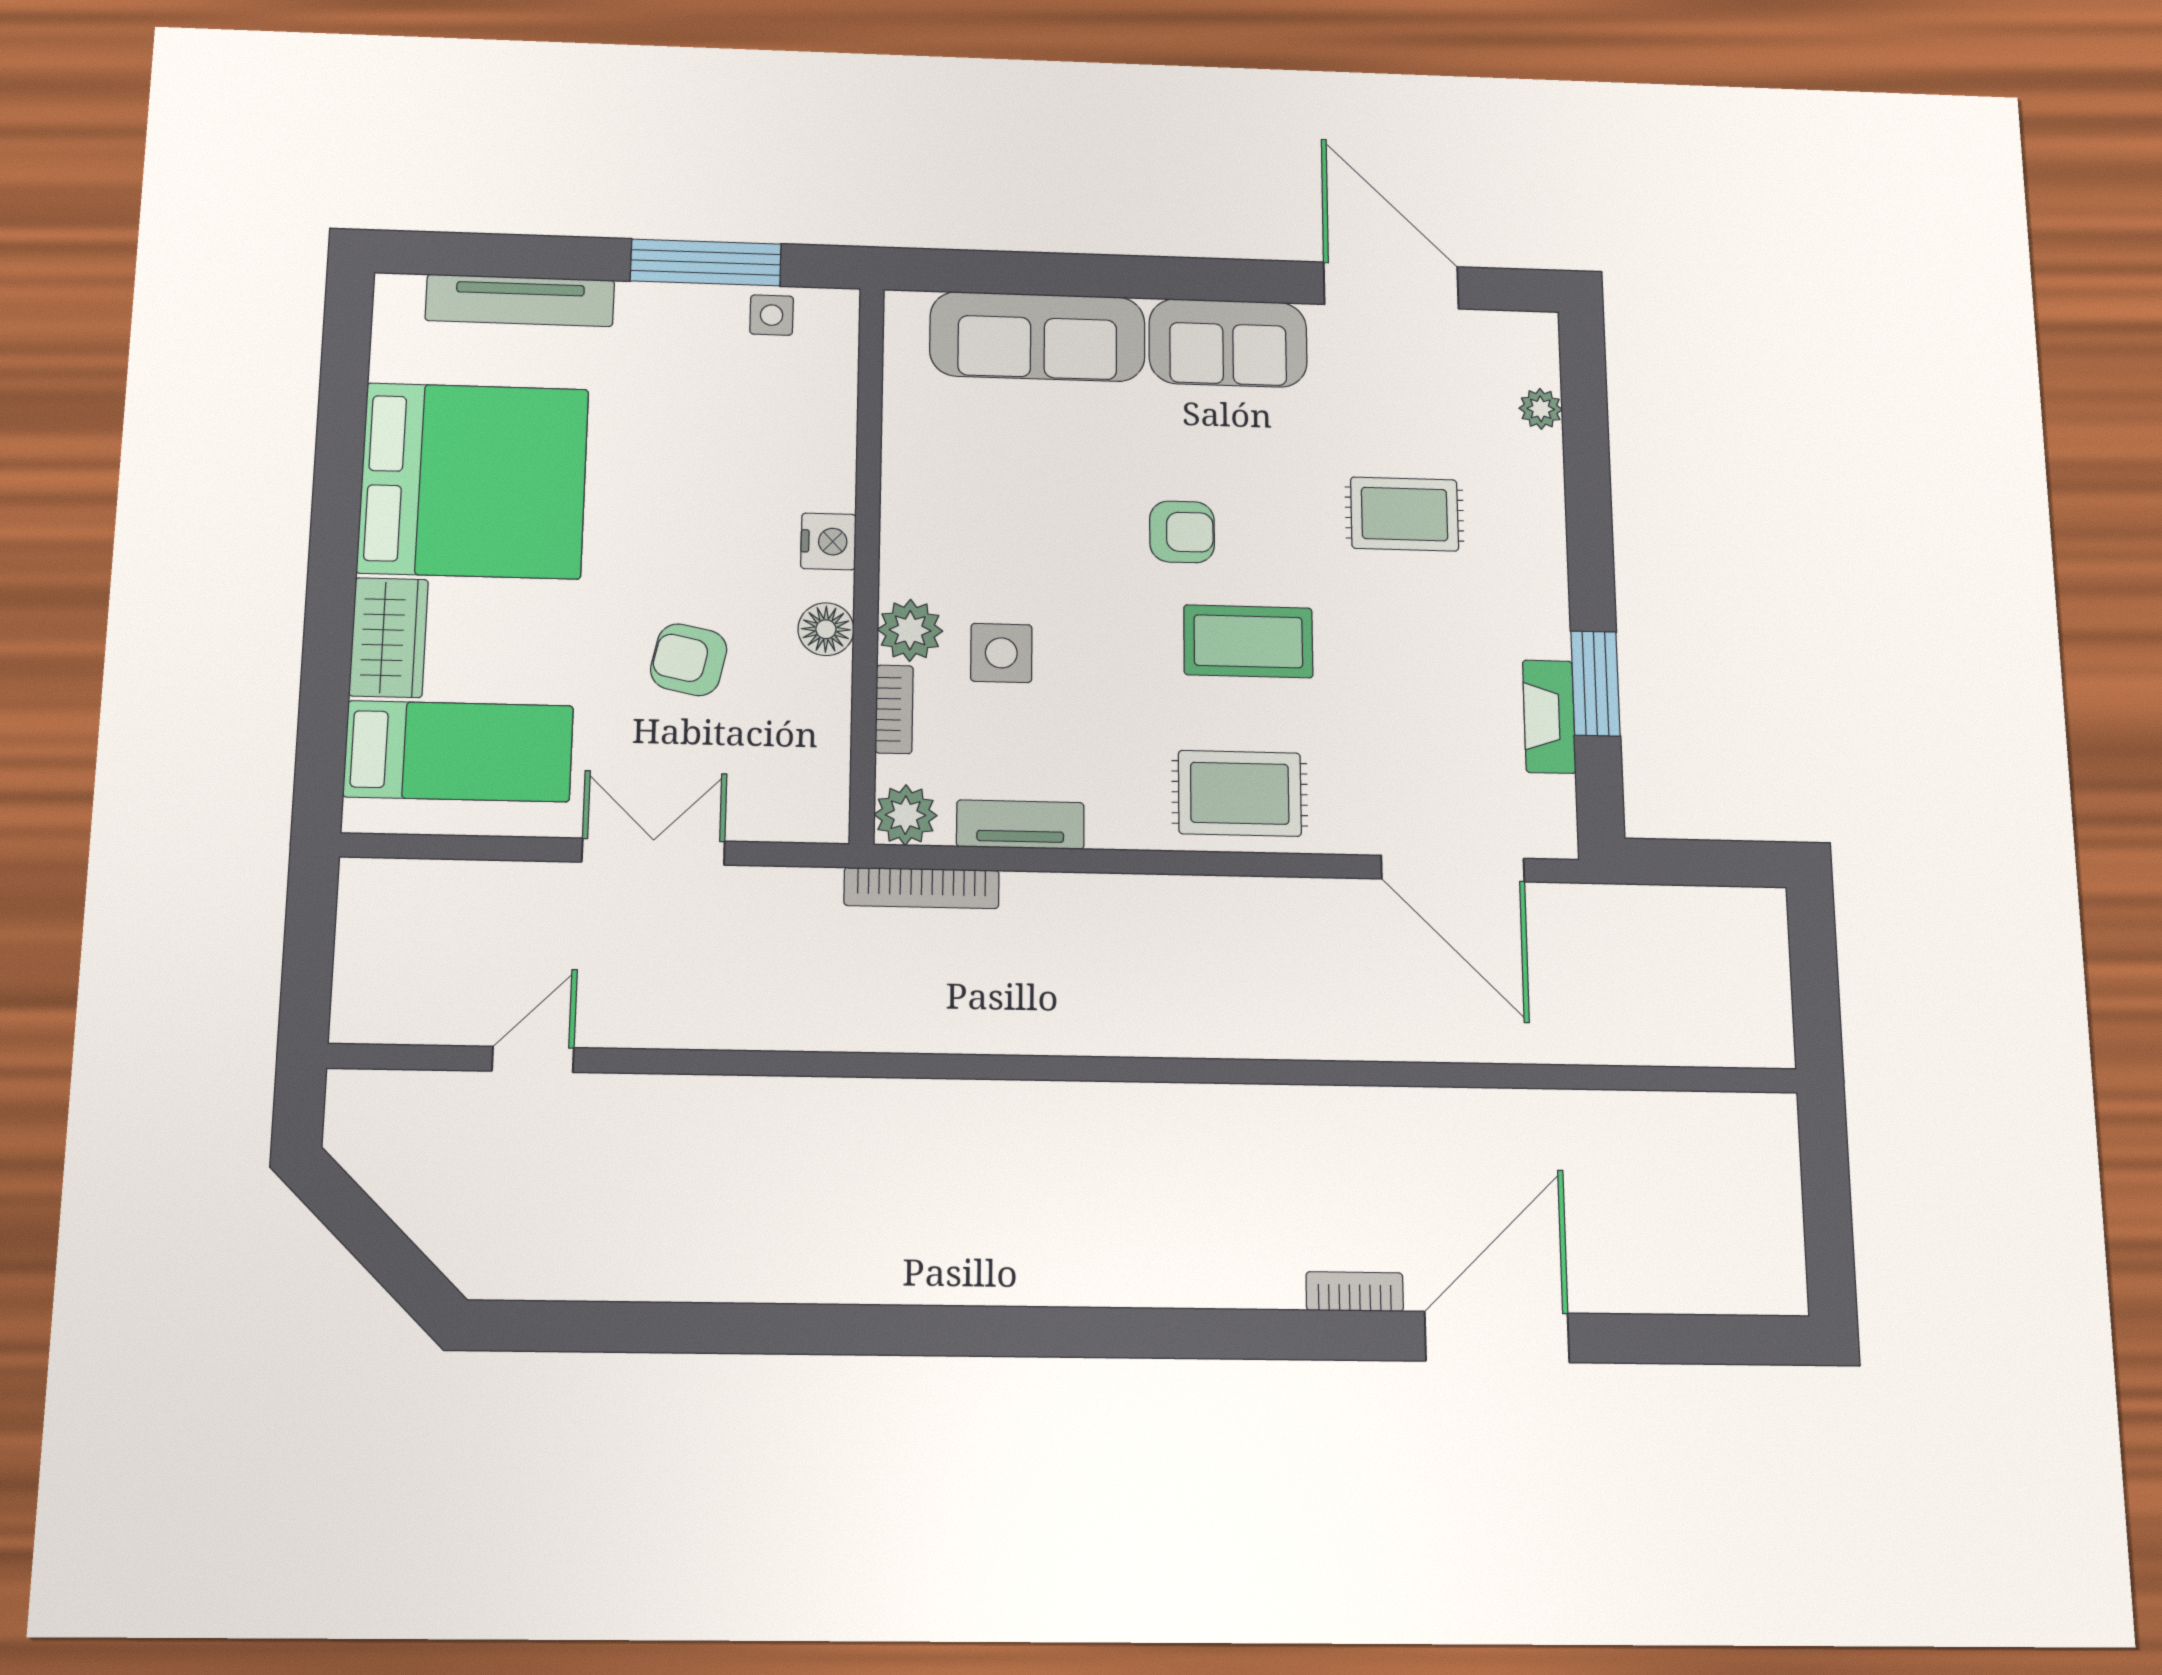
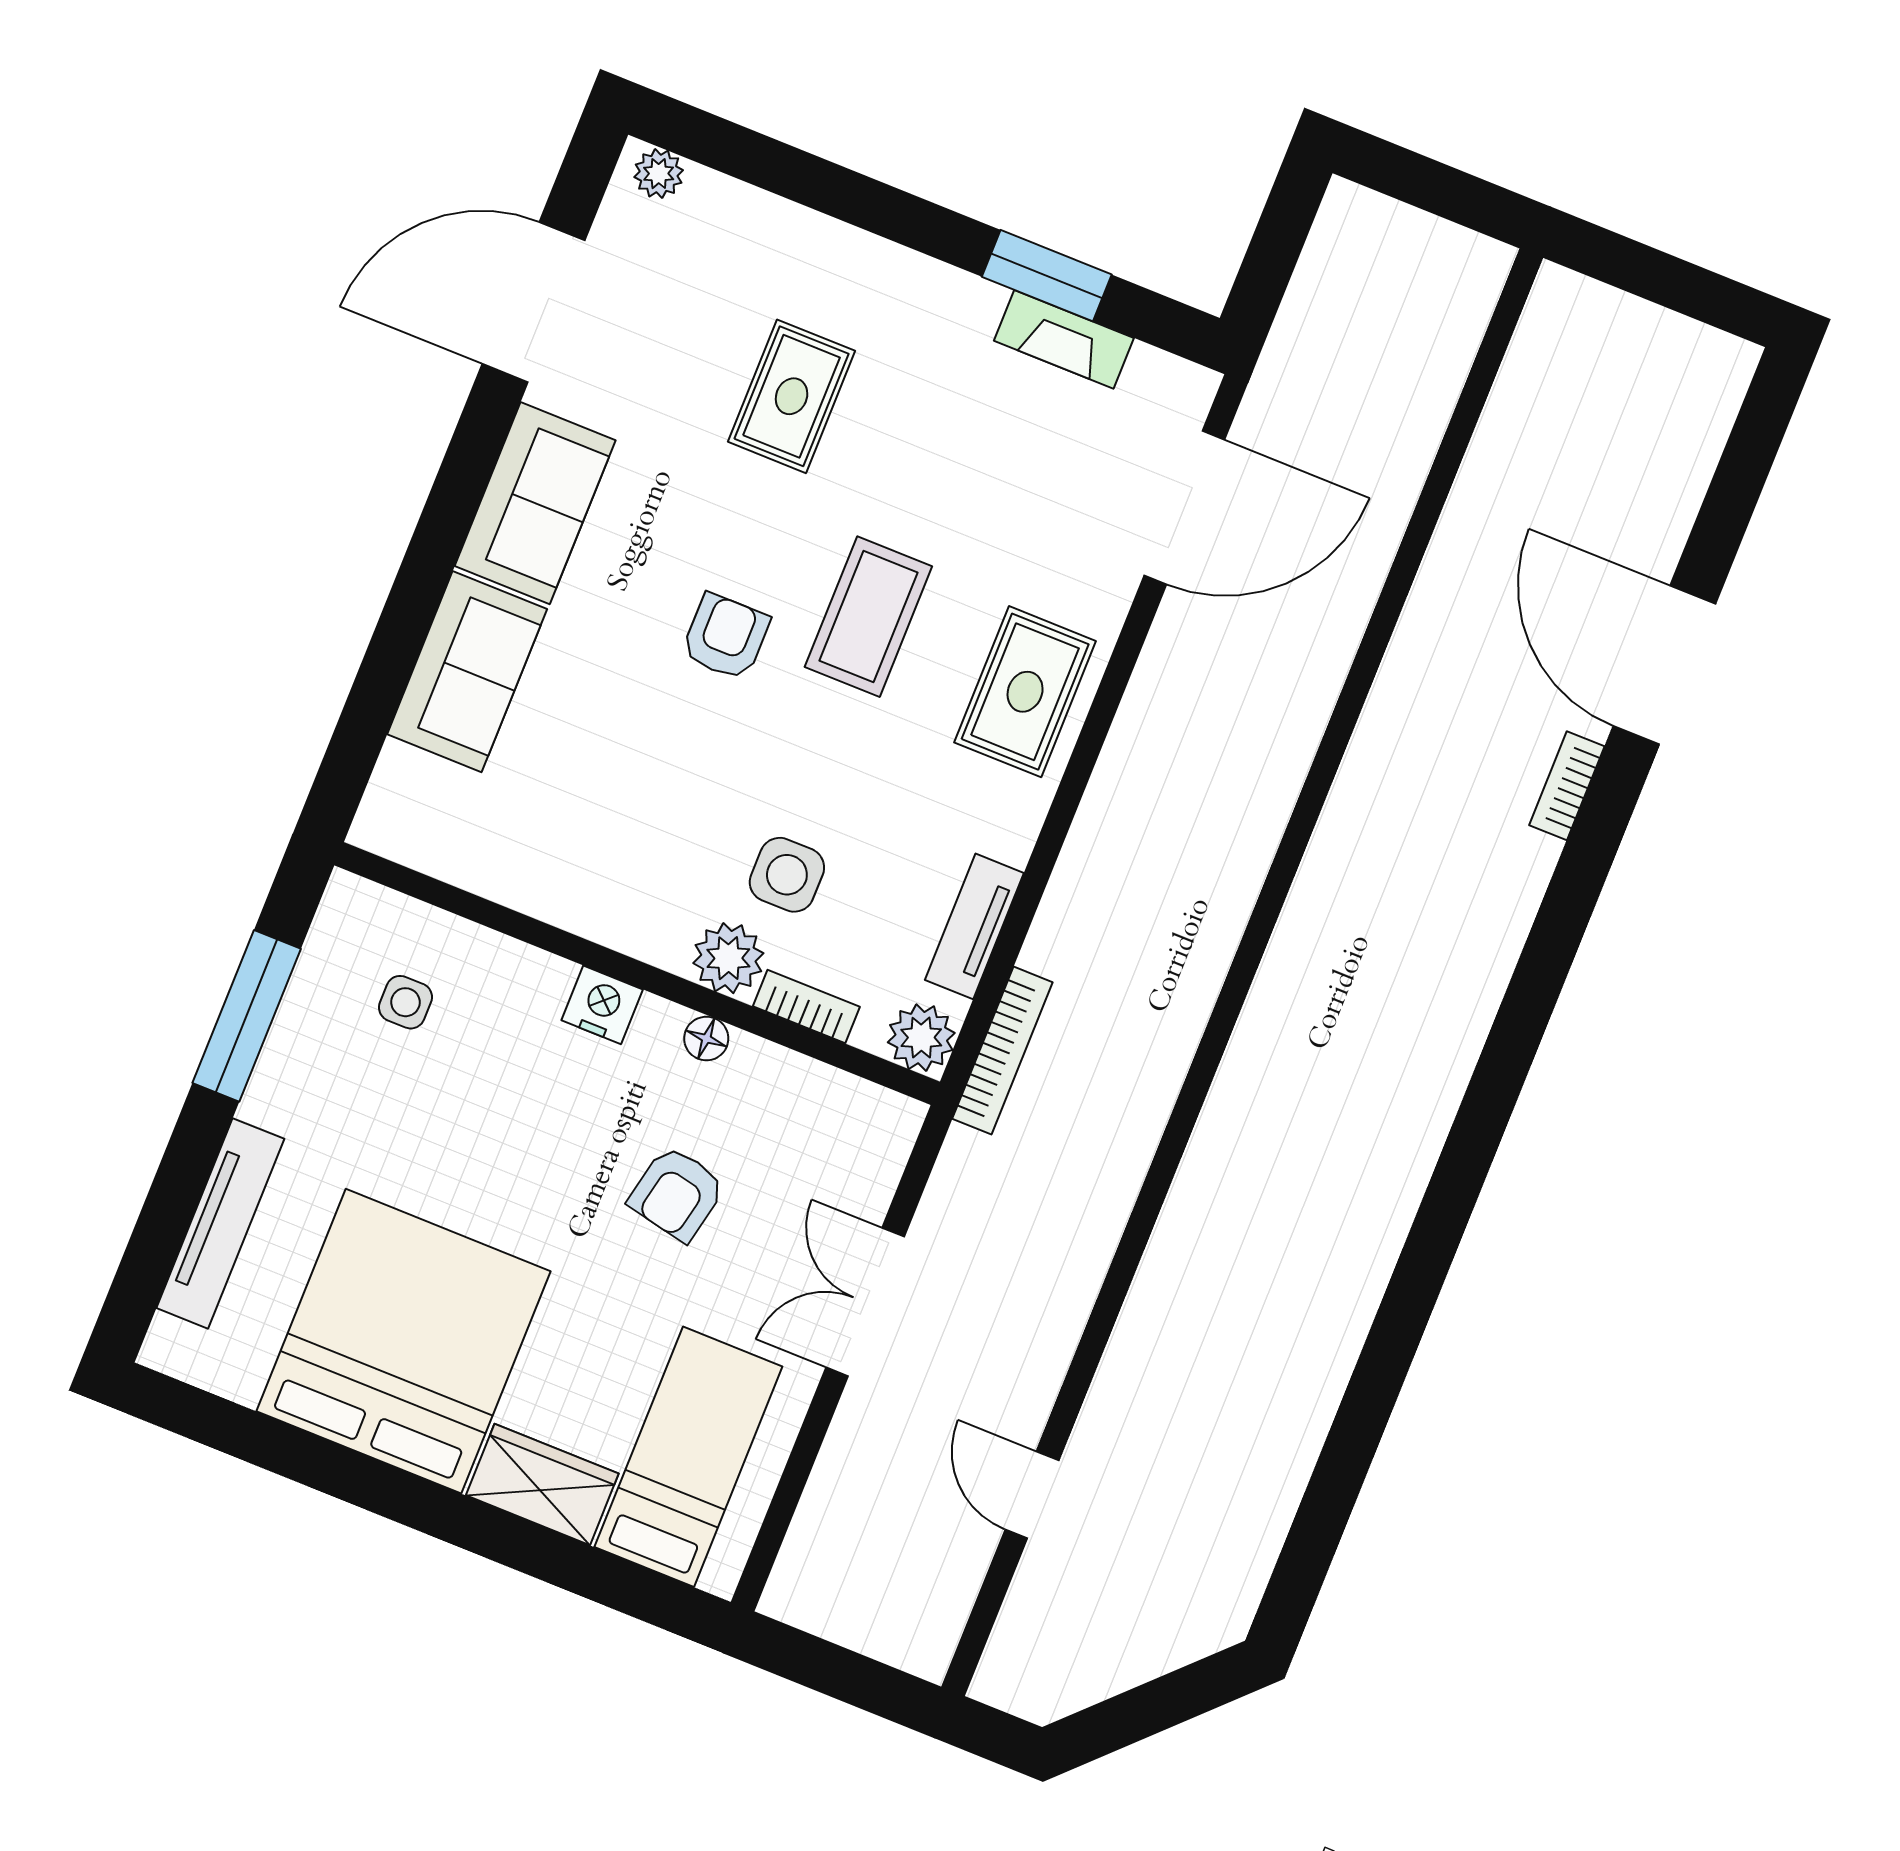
side table: (772, 315) -> (405, 1002), moved
sofa: (1037, 337) -> (467, 672), width x0.73
plant: (1541, 409) -> (659, 174), moved
floor lamp: (826, 629) -> (706, 1039), width x0.73, depth x0.73

